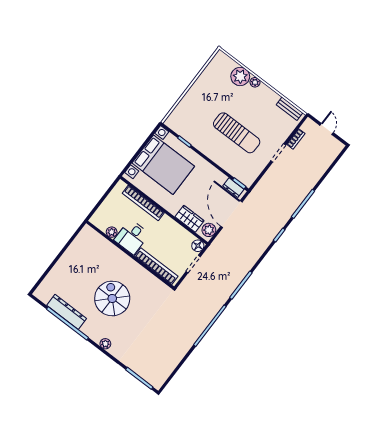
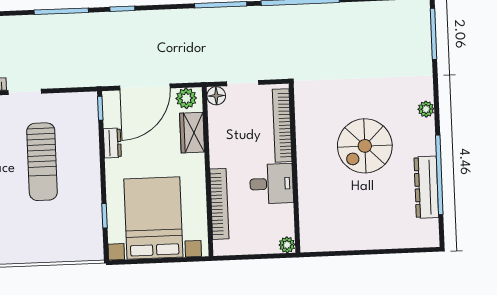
sun lounger: (237, 133) -> (42, 162), turned 180
dresser: (233, 188) -> (112, 143), moved
plant: (112, 232) -> (287, 245), moved

